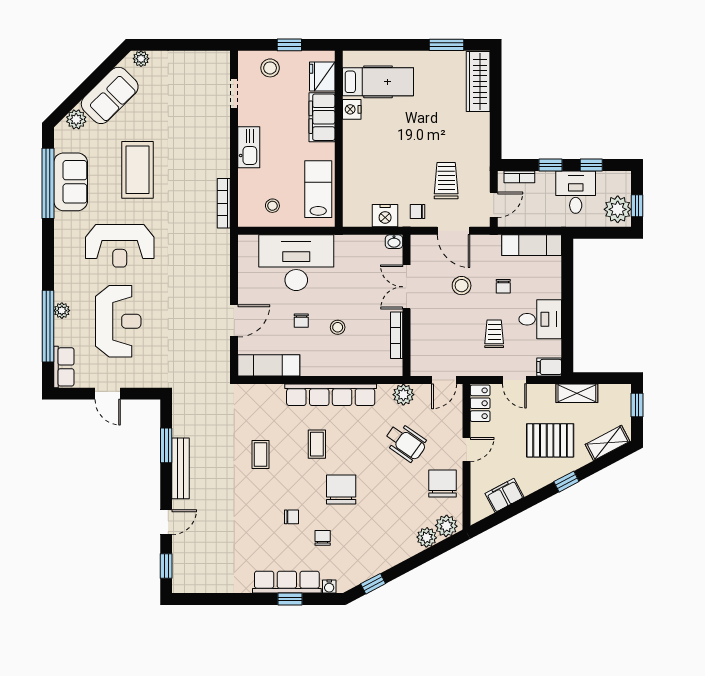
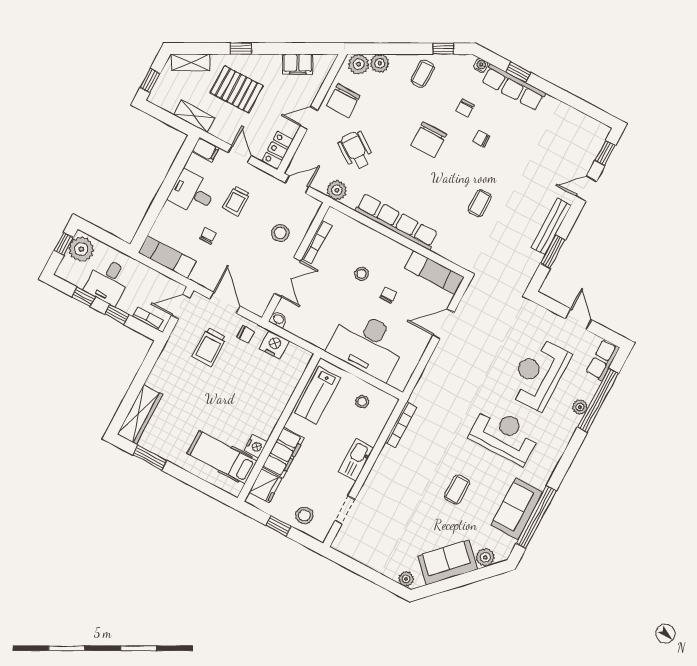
coffee table: (137, 170) -> (457, 490), width x0.54, depth x0.58
stool: (462, 286) -> (280, 233), moved
coffee table: (317, 444) -> (423, 74), moved

